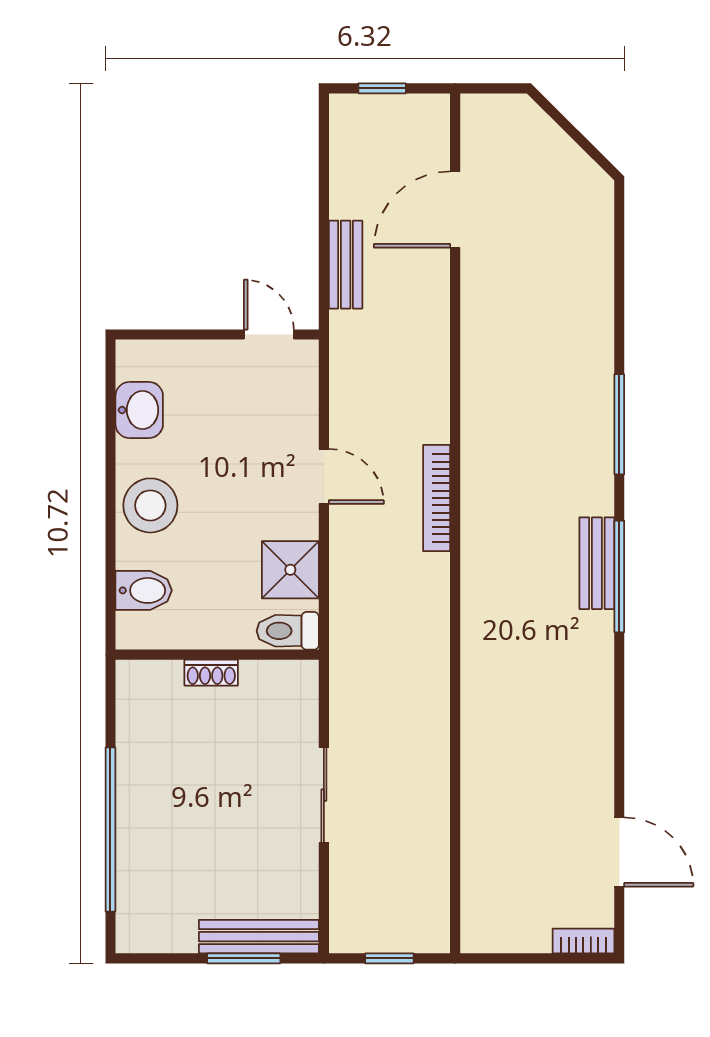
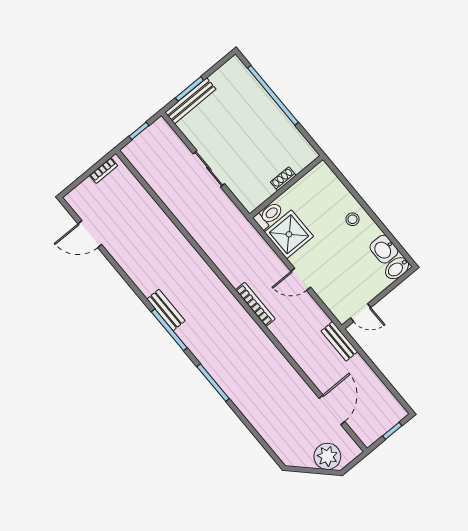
plant: (529, 137) -> (327, 456), added
bench: (346, 265) -> (339, 341), moved
stool: (150, 505) -> (352, 219), width x0.53, depth x0.53
bench: (597, 563) -> (166, 310), moved
shower: (290, 570) -> (289, 234), width x1.36, depth x1.36
bidet: (144, 590) -> (397, 268), moved
bookcase: (583, 941) -> (104, 170), moved

